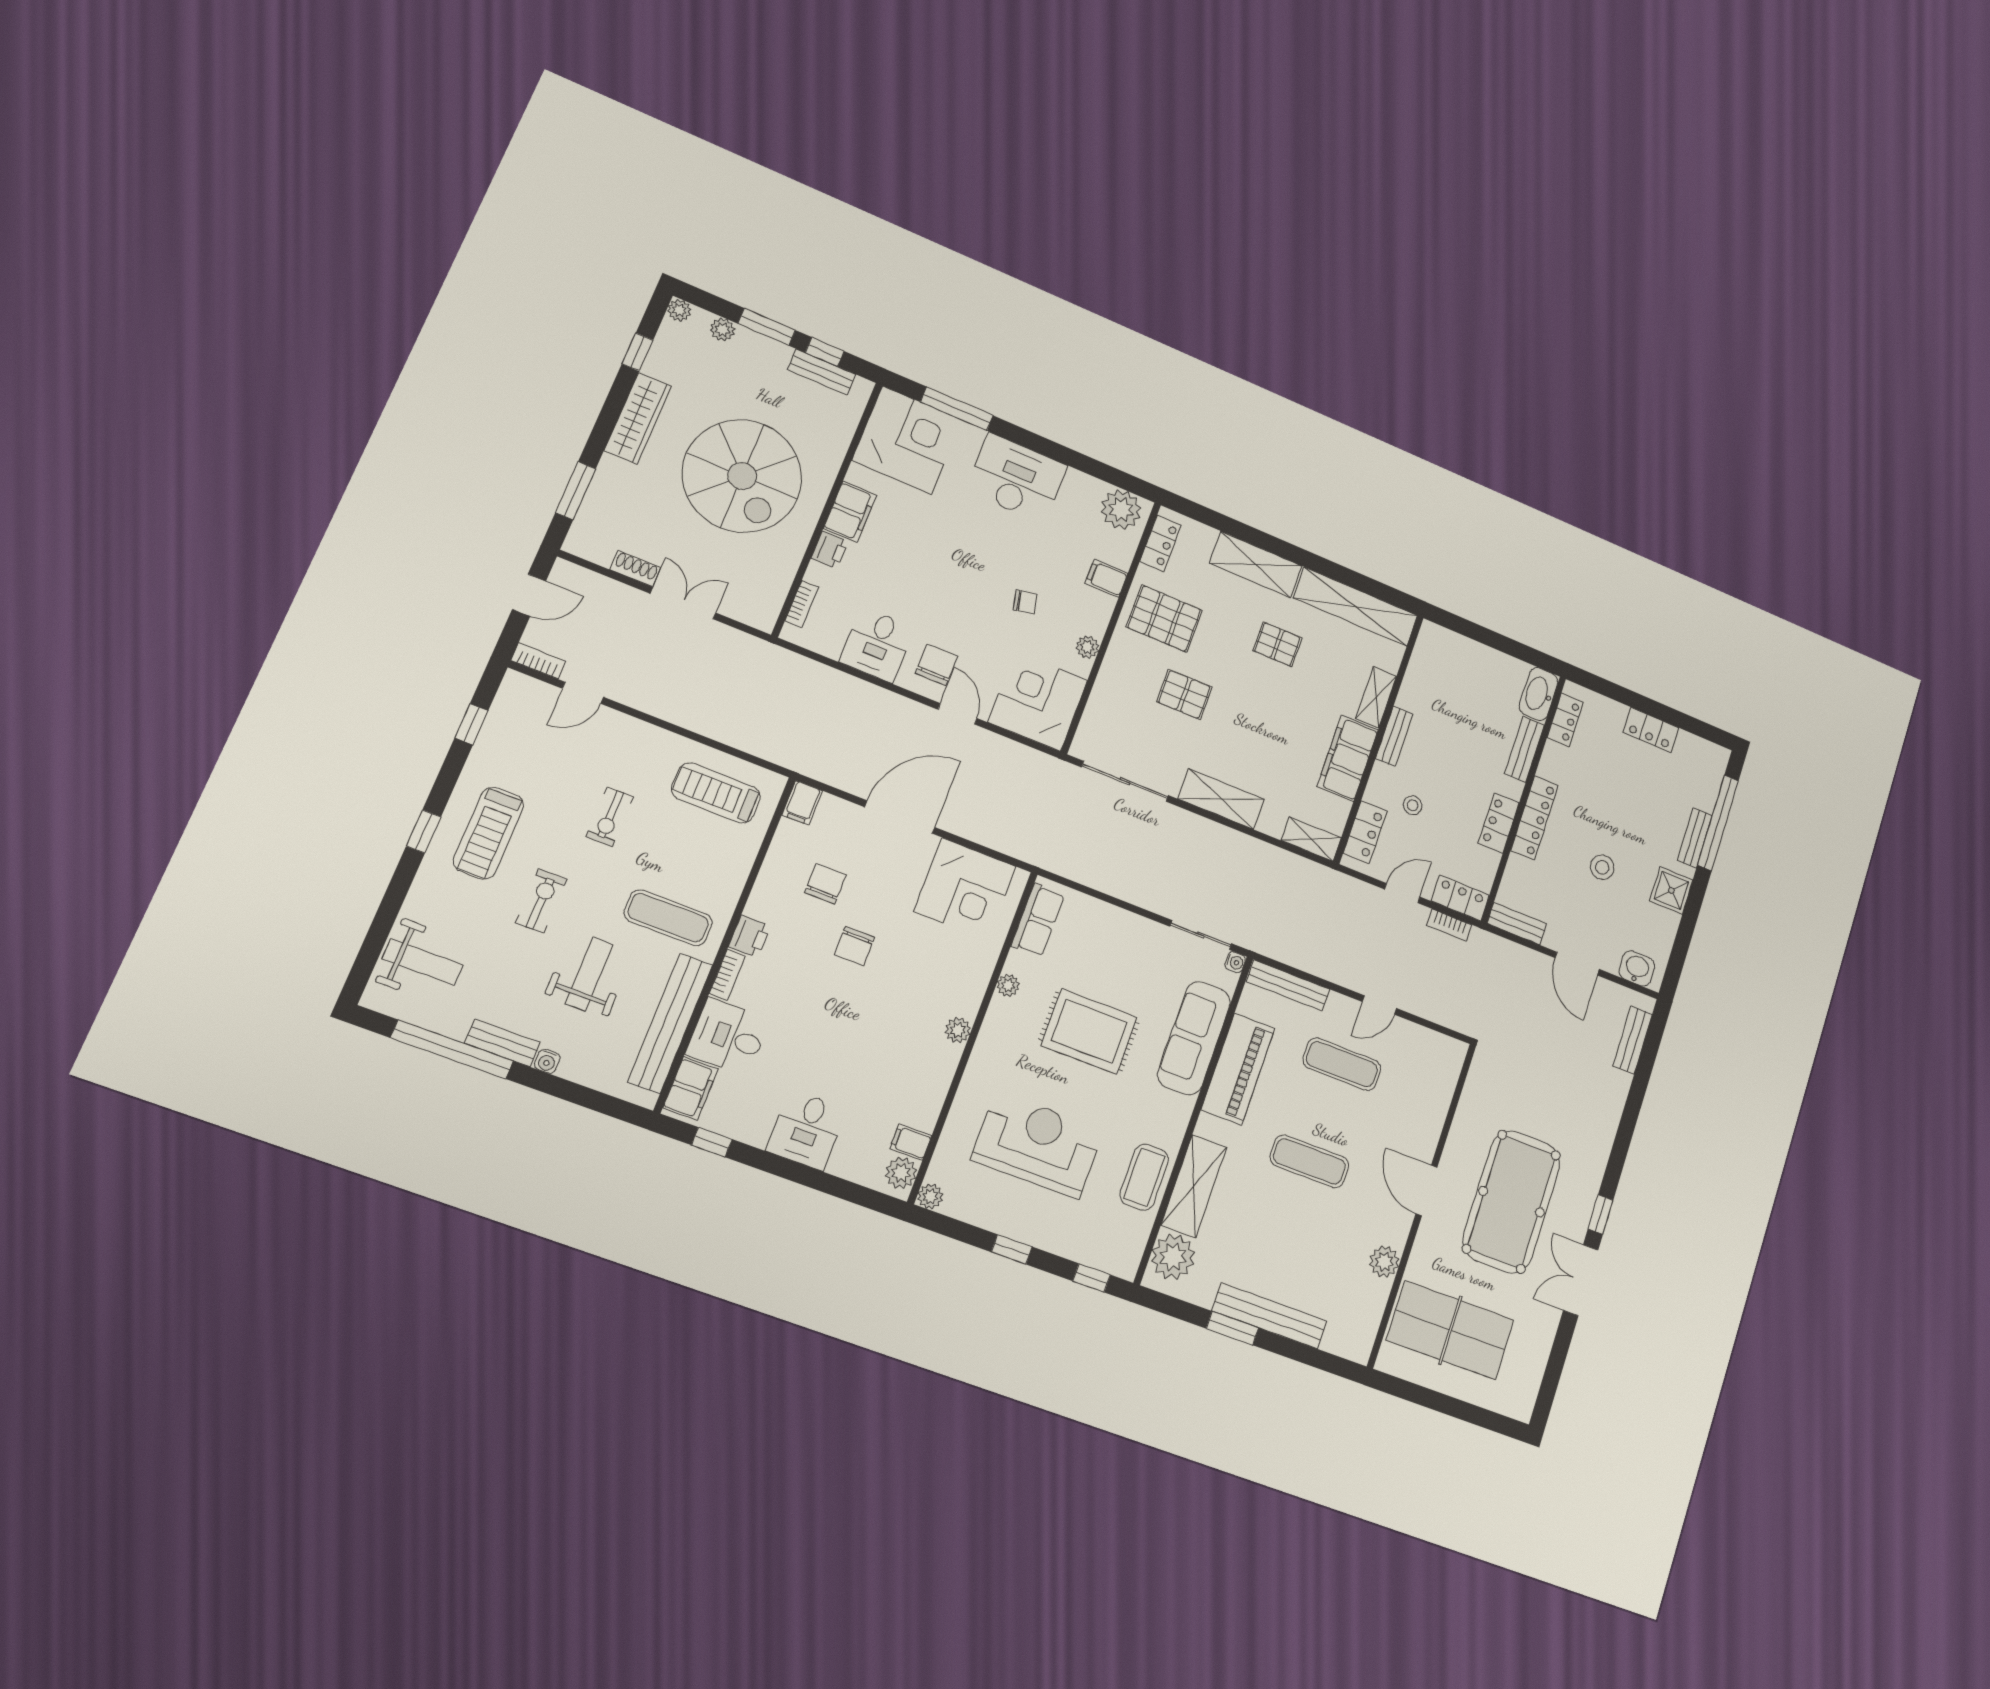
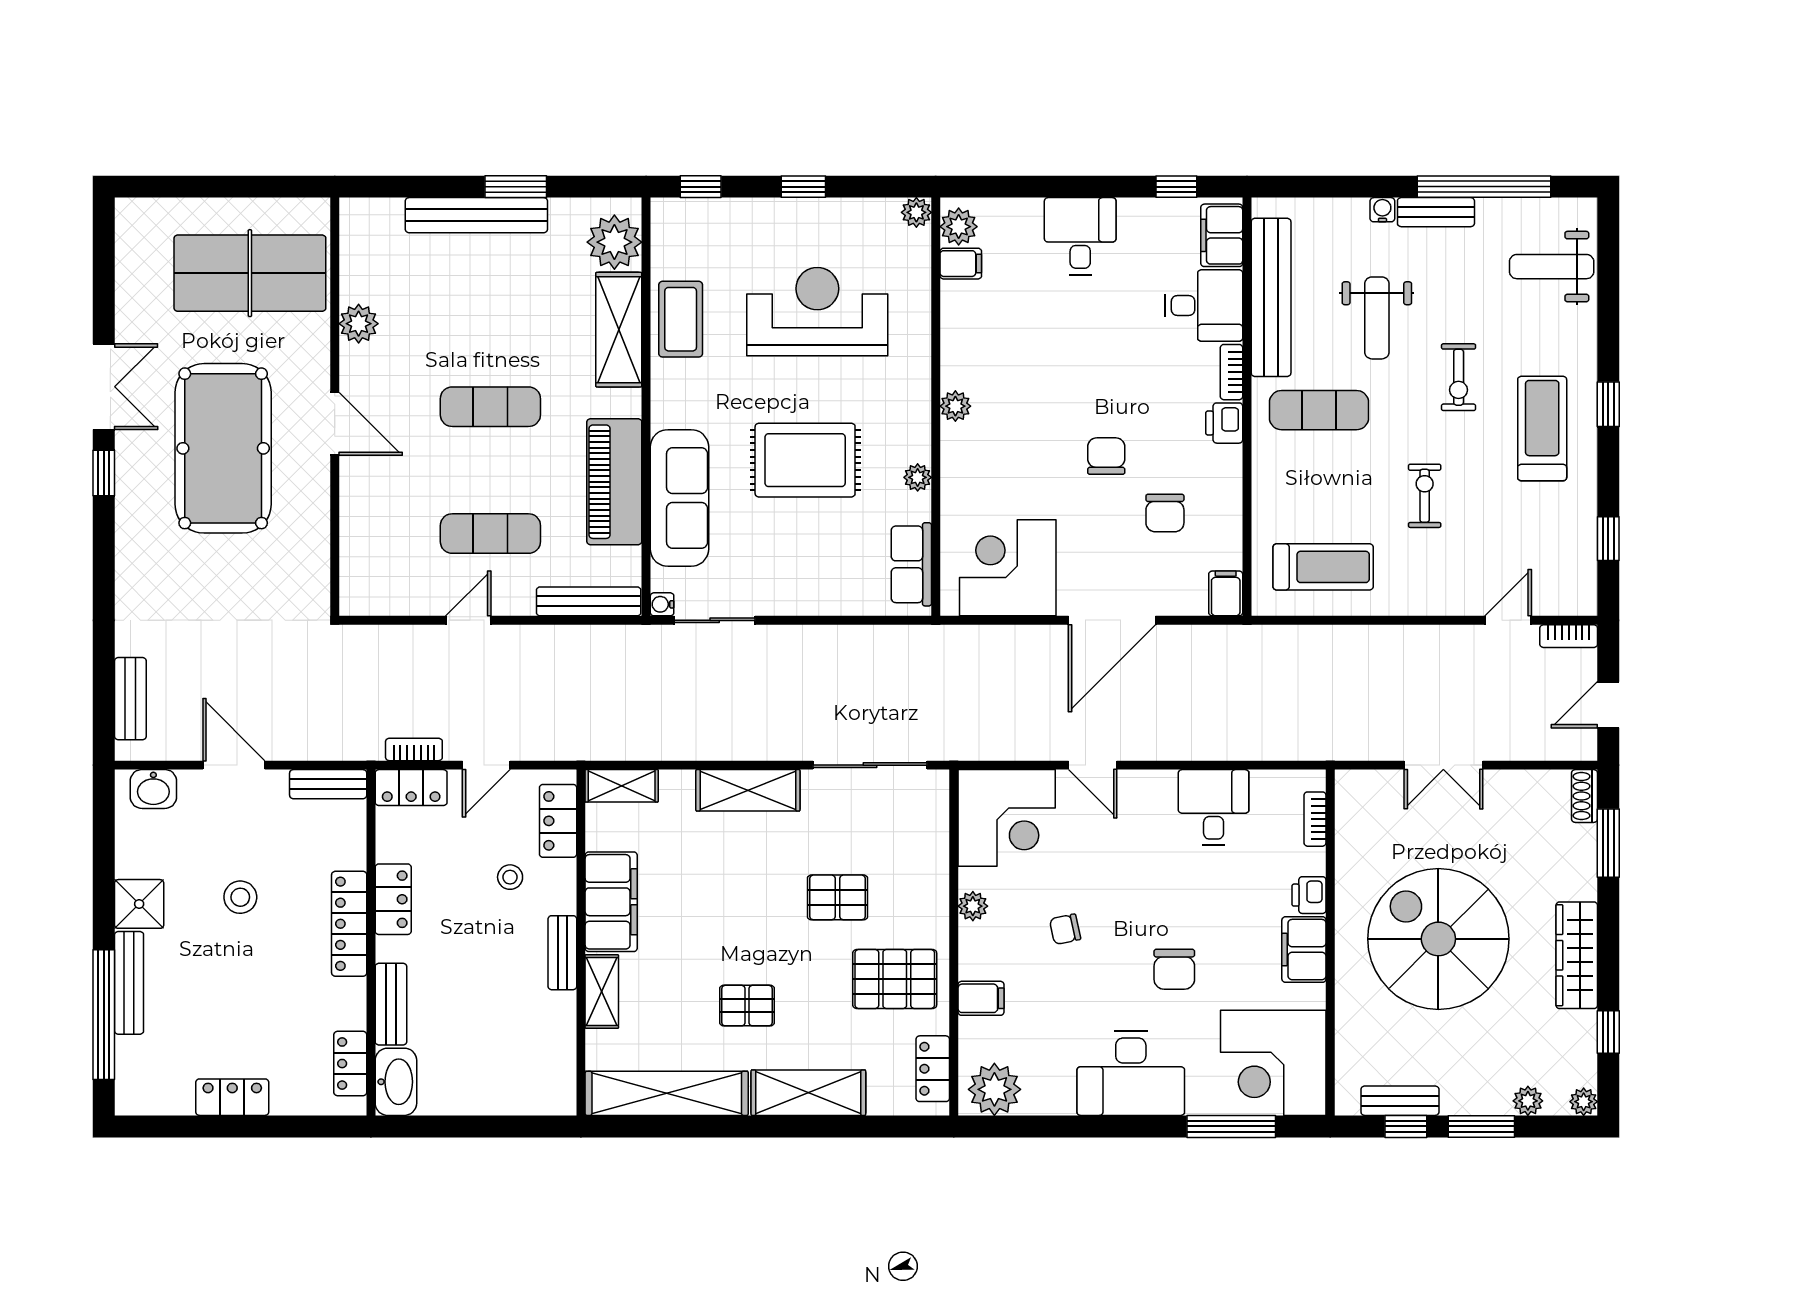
shoe rack: (635, 569) -> (1585, 796), moved, turned 90
chair: (936, 665) -> (1174, 969), moved
bench: (1695, 838) -> (129, 983), width x1.36
reception desk: (1037, 1145) -> (817, 312), turned 180

